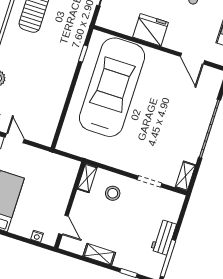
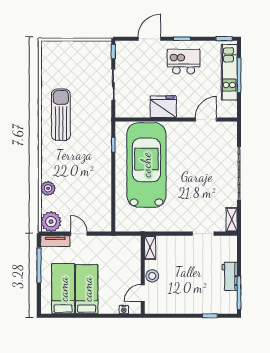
door: (192, 59) -> (206, 119), swing flipped
stool: (113, 193) -> (152, 276), moved
door: (63, 225) -> (143, 293), swing flipped
shelving: (99, 254) -> (181, 308), removed

